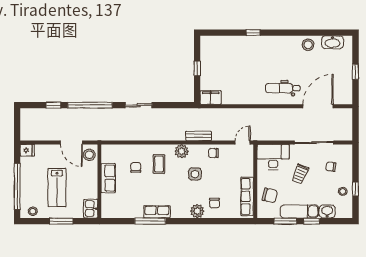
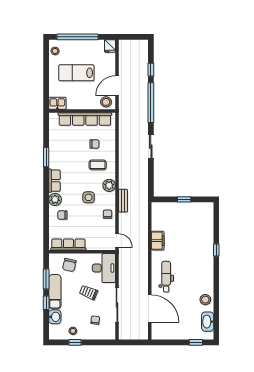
window: (355, 72) -> (196, 342), moved
filing cabinet: (211, 98) -> (158, 241), moved
row of seats: (108, 178) -> (85, 119), width x2.02
row of seats: (157, 212) -> (54, 181), moved
window: (61, 221) -> (46, 77), removed
window: (150, 221) -> (46, 157), width x0.69

